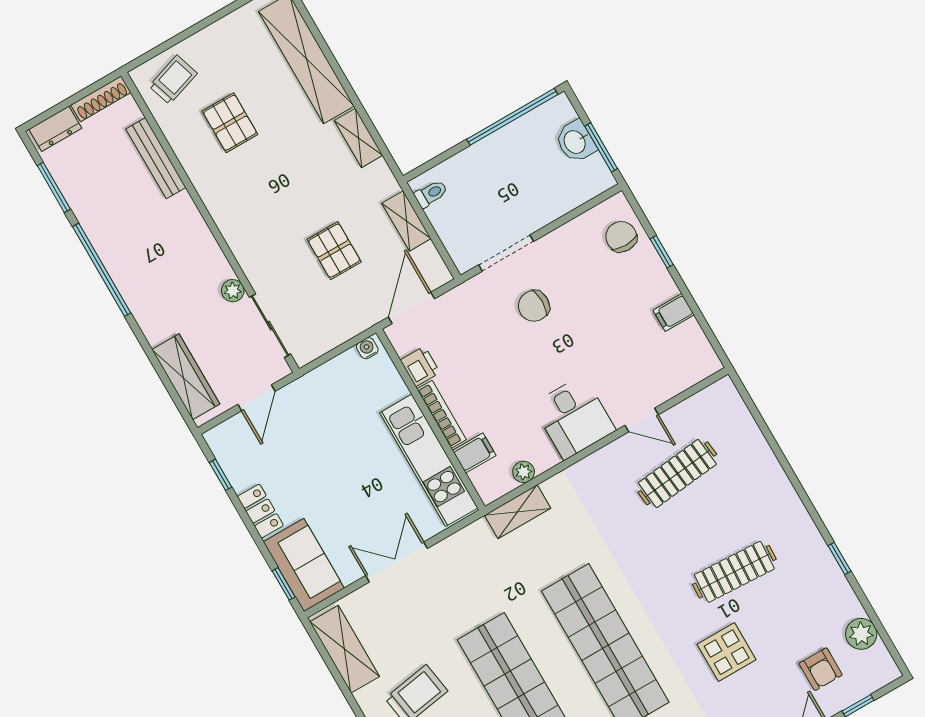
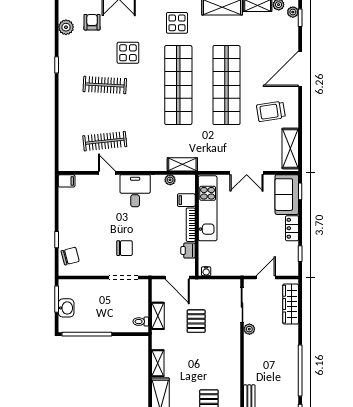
chair: (621, 237) -> (70, 256), turned -105
door: (412, 308) -> (177, 278), hinge flipped
filing cabinet: (674, 312) -> (67, 181), moved

